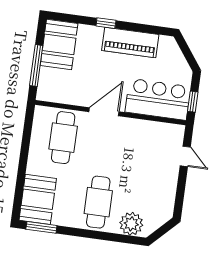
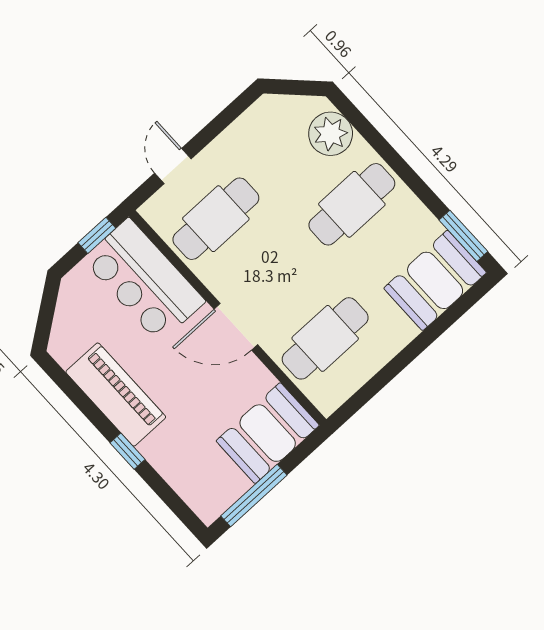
booth: (59, 44) -> (268, 433), moved
window: (36, 65) -> (254, 495), moved
cafe table: (149, 149) -> (216, 219), added

